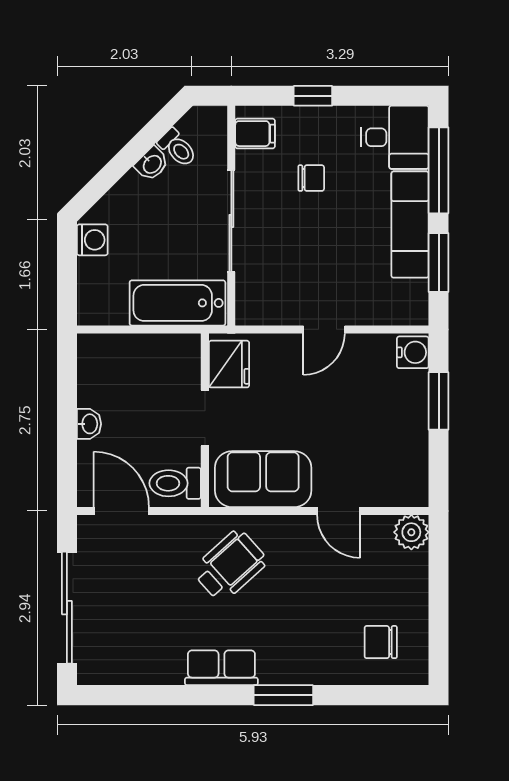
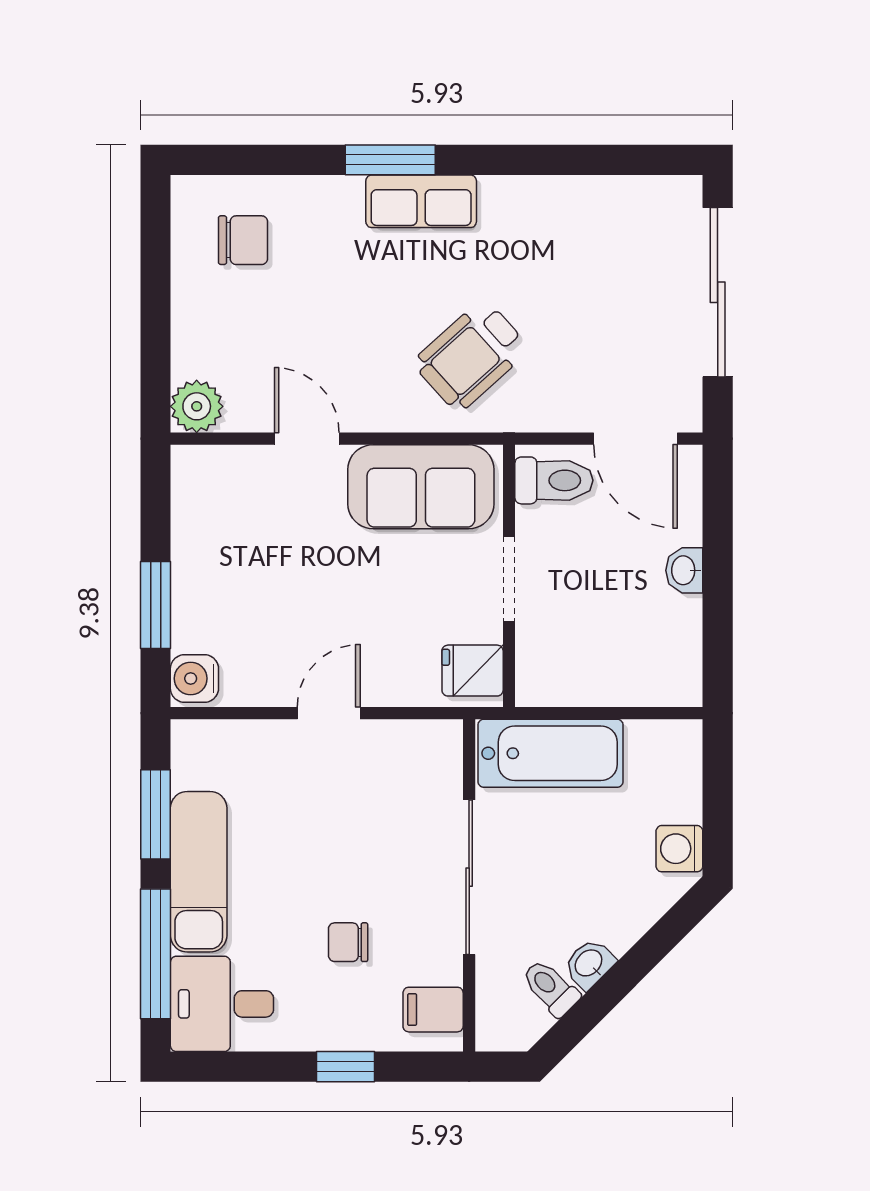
fridge: (229, 364) -> (473, 671), width x0.72
row of seats: (221, 668) -> (421, 201), moved

